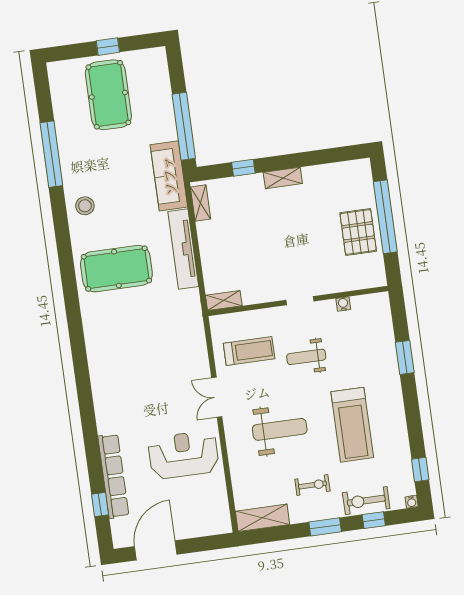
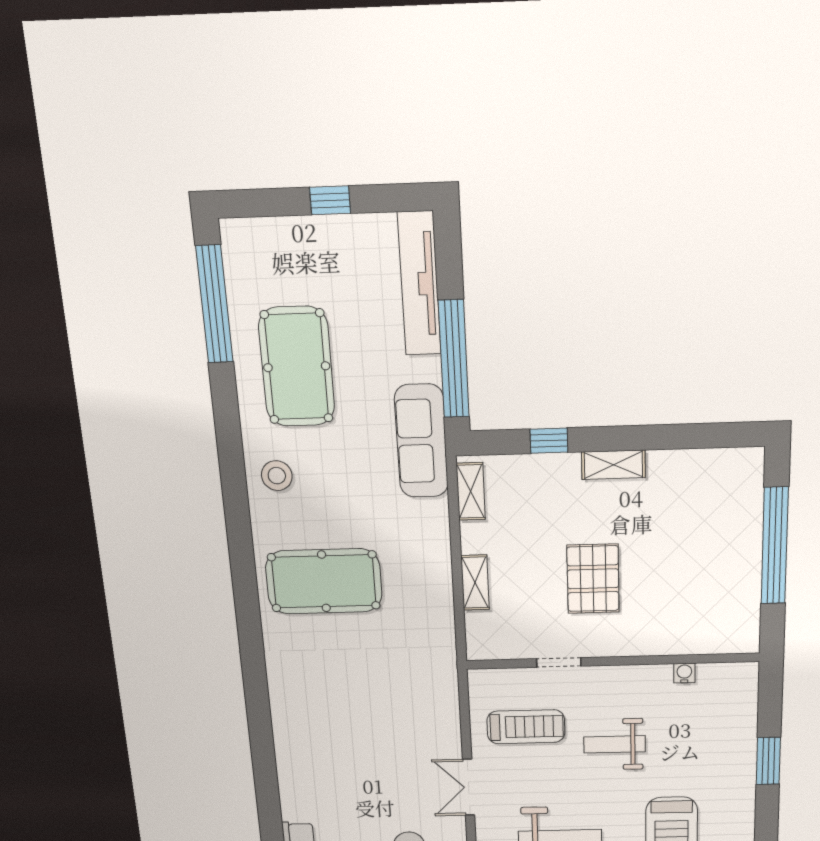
pool table: (108, 95) -> (297, 367), moved
window: (51, 154) -> (214, 304), moved
pallet: (358, 232) -> (593, 579), moved
tv unit: (183, 249) -> (419, 284), moved
shelving: (224, 301) -> (475, 583), moved, turned 90
doorway: (300, 301) -> (559, 662), moved

